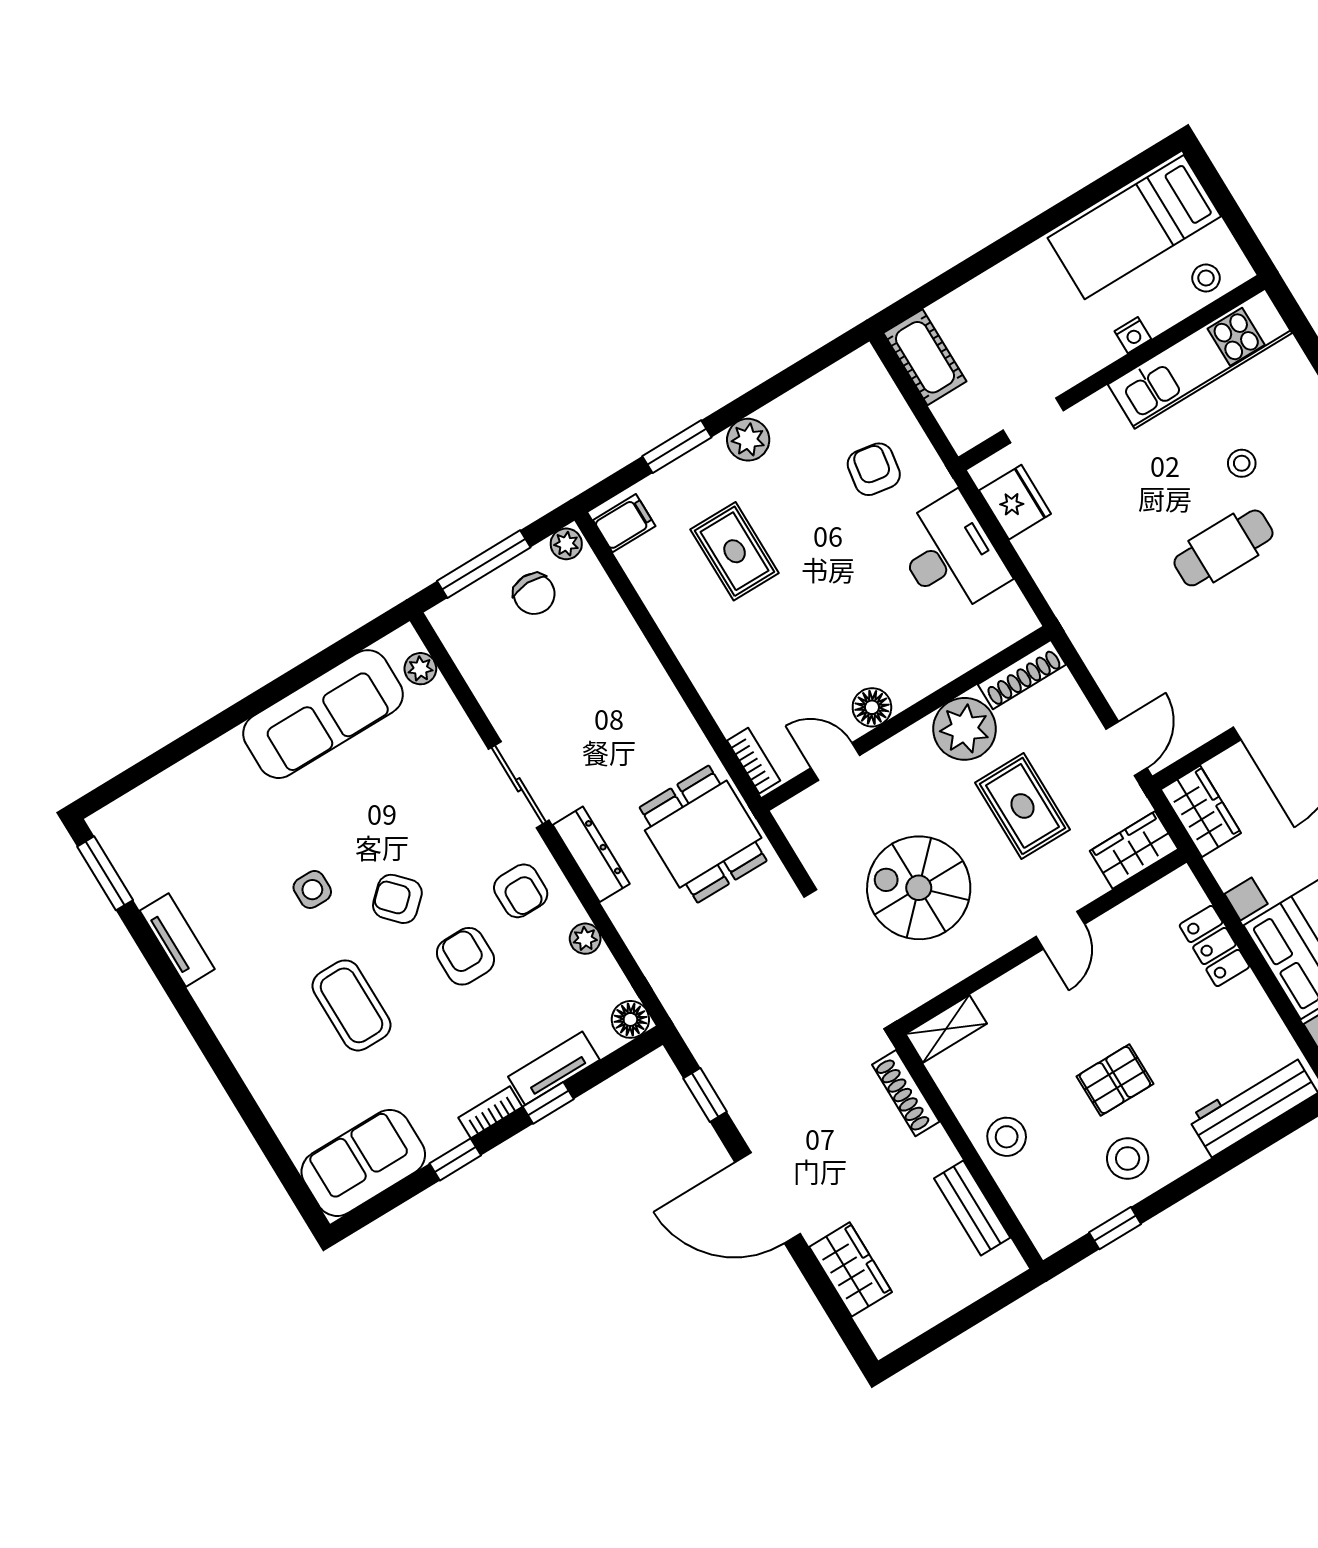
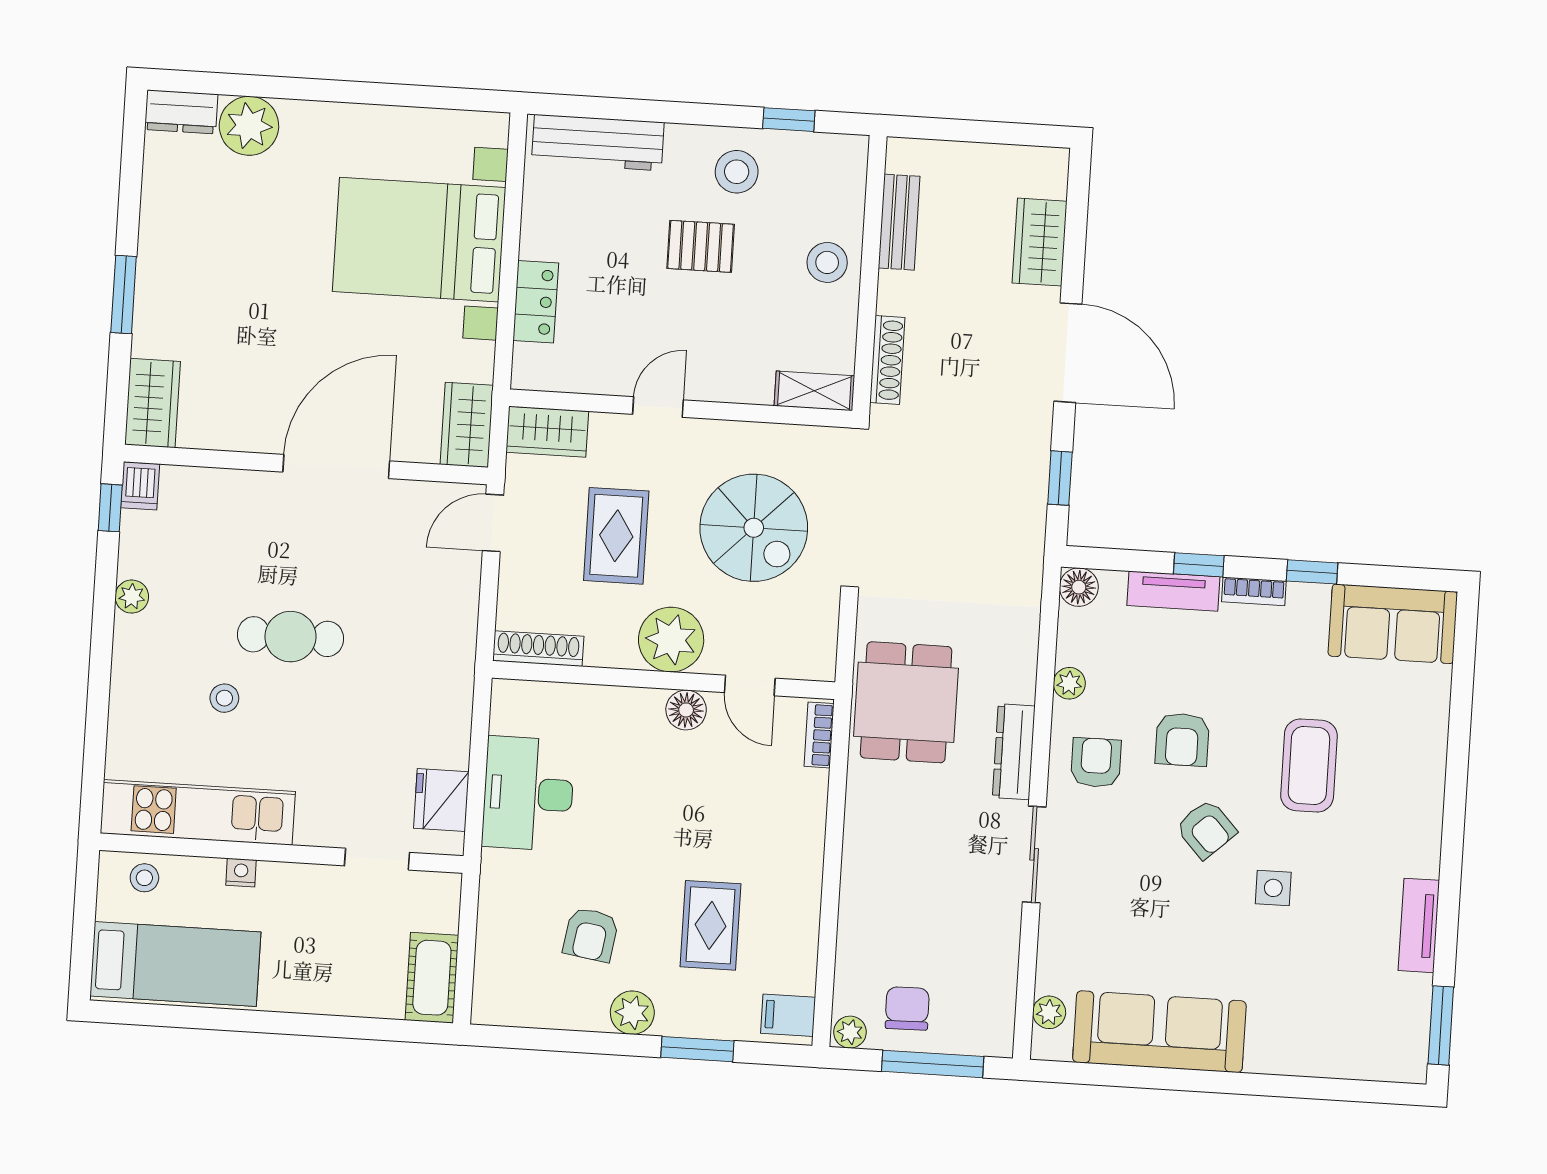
armchair: (874, 469) -> (591, 935), moved
plant: (965, 729) -> (671, 640), moved

